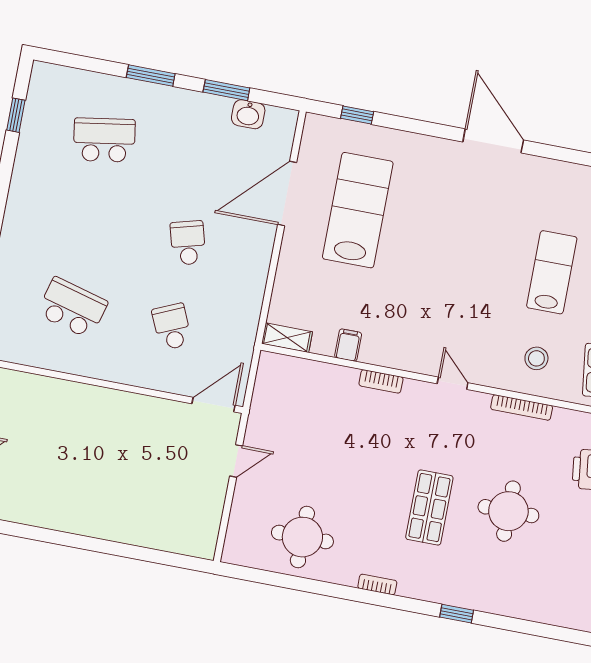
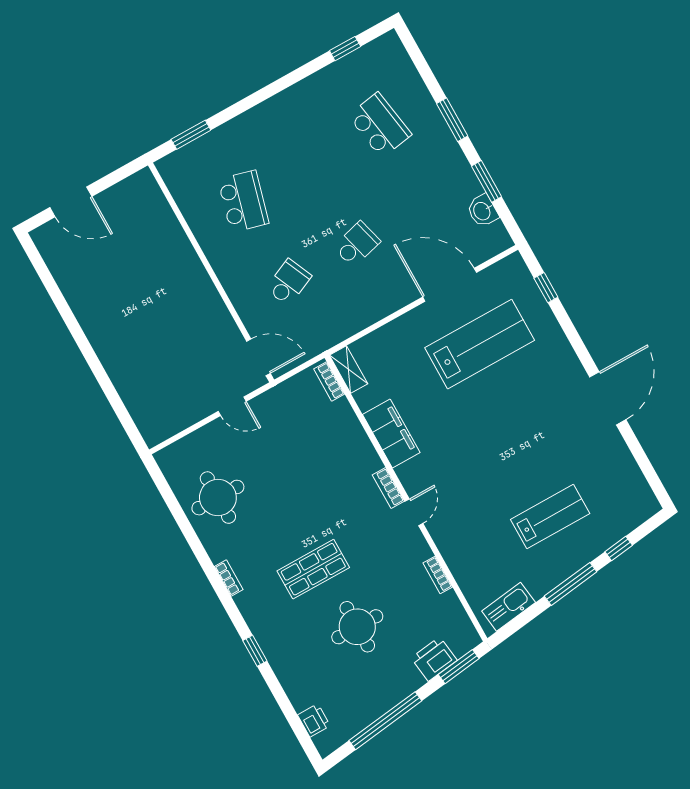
filing cabinet: (348, 345) -> (391, 433), width x3.00, depth x1.17
stool: (536, 358) -> (481, 557), removed
bookcase: (283, 362) -> (329, 382), added
bookcase: (381, 381) -> (388, 488), moved
bookcase: (522, 407) -> (438, 575), width x0.64
printer: (556, 613) -> (314, 720), added

